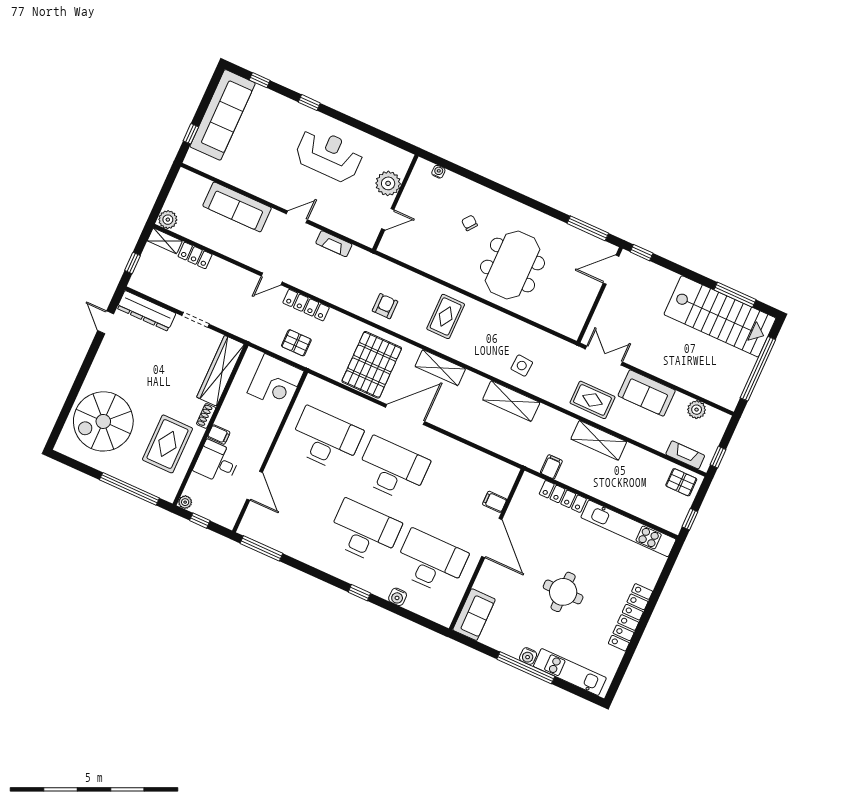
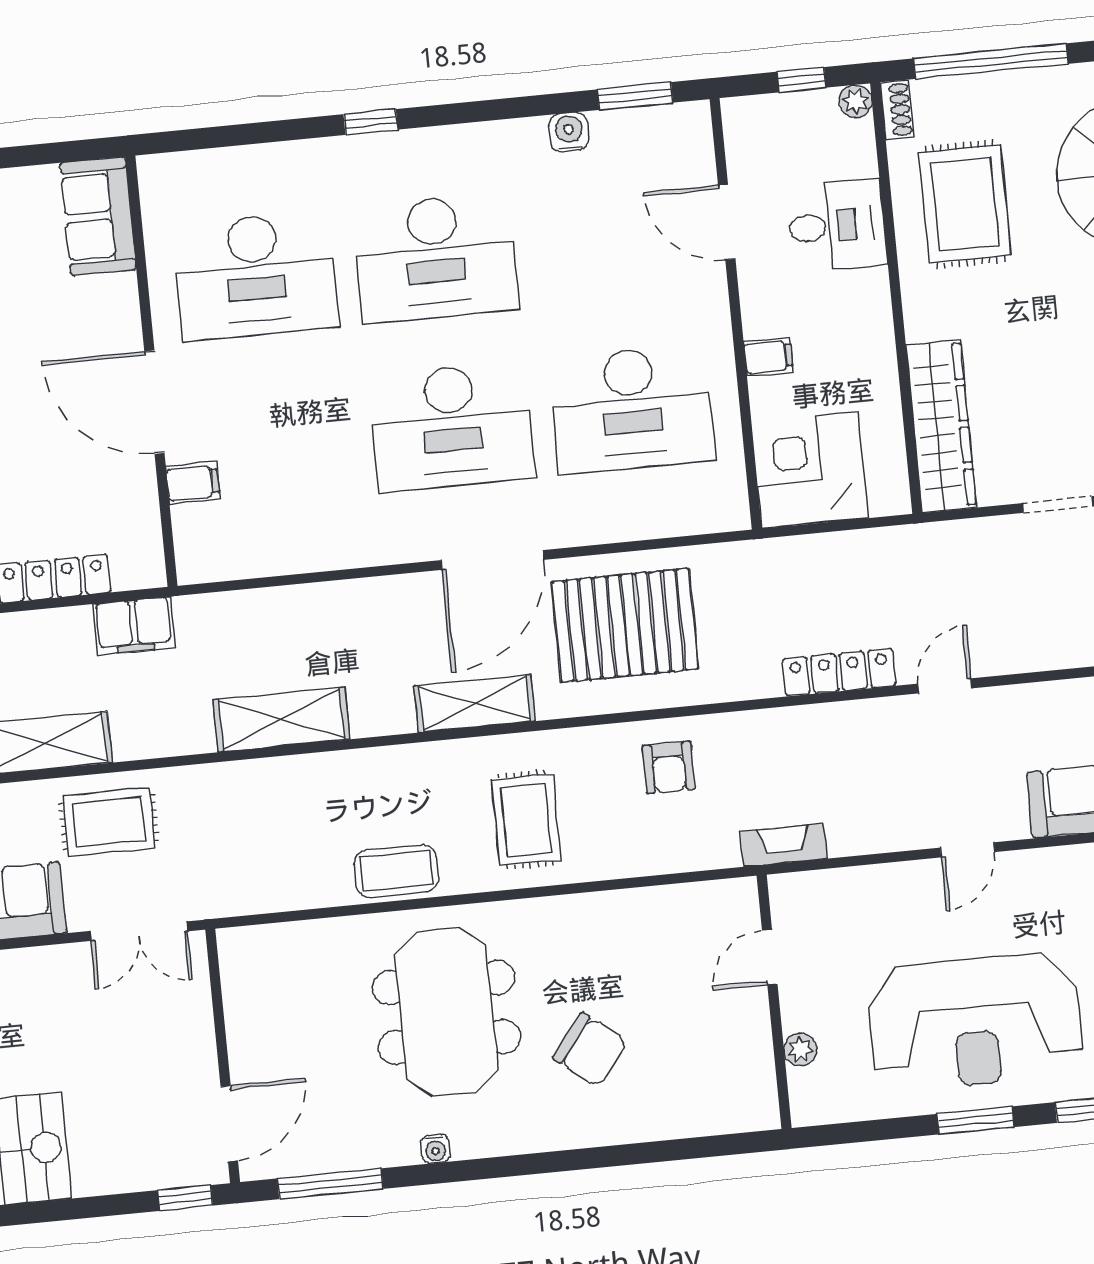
window: (349, 120) -> (976, 1120), added
reception desk: (329, 155) -> (975, 1022), width x1.36, depth x1.30
water cooler: (438, 172) -> (435, 1149), moved
plant: (388, 183) -> (800, 1050), width x0.53, depth x0.53
chair: (470, 223) -> (590, 1050), width x1.87, depth x1.87
fireplace: (334, 244) -> (784, 845), moved
coffee table: (502, 325) -> (396, 871), added
pallet: (296, 343) -> (813, 579), removed
pallet: (372, 365) -> (625, 625), turned 90
side table: (522, 366) -> (303, 808), removed
shoe rack: (206, 416) -> (897, 110), moved
filing cabinet: (219, 435) -> (768, 357), moved, turned 180
filing cabinet: (551, 467) -> (134, 626), width x2.00
window: (261, 548) -> (635, 96), width x0.69
water cooler: (398, 597) -> (569, 132), moved

